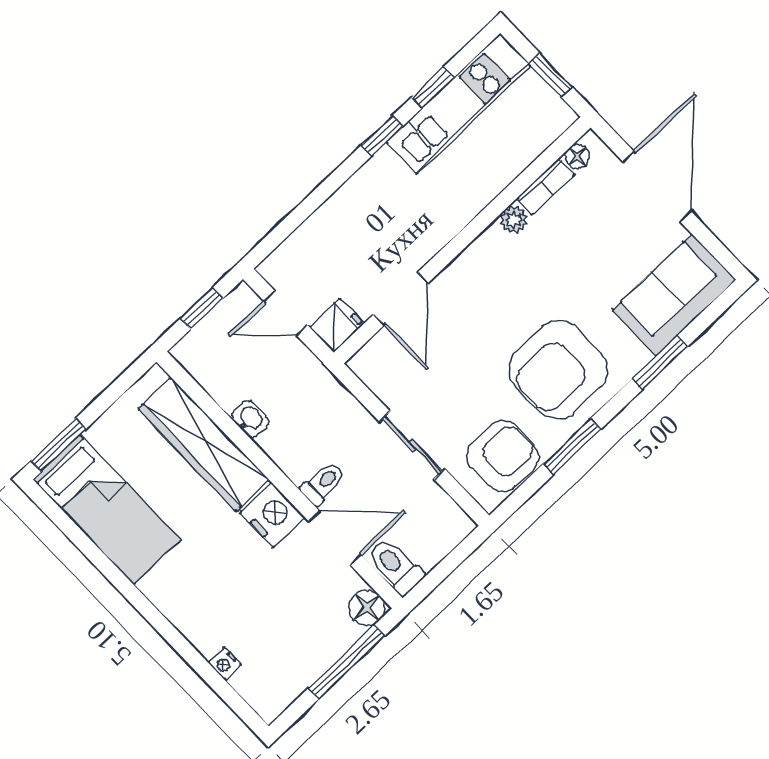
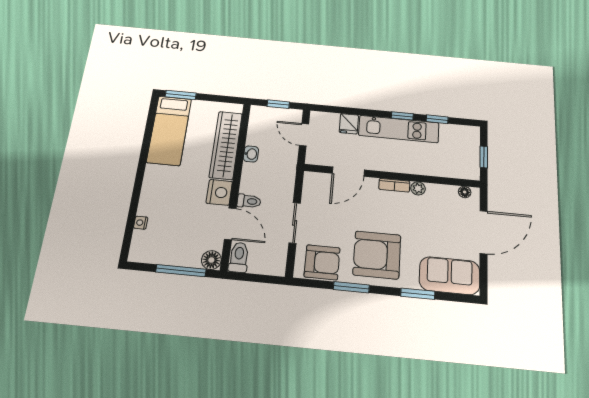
kitchen unit: (458, 104) -> (399, 129), moved
bookcase: (545, 187) -> (394, 185), moved
fridge: (337, 325) -> (349, 124), moved, turned 90

